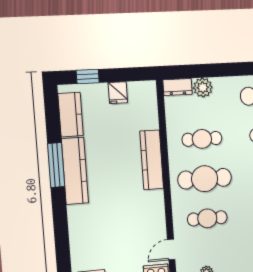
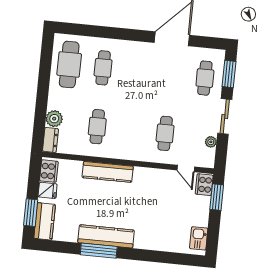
window: (88, 76) -> (31, 213), width x1.50
cooker: (141, 91) -> (49, 171), added
kitchen counter: (71, 115) -> (45, 221), moved, turned 90
cafe table: (205, 179) -> (131, 130), removed

